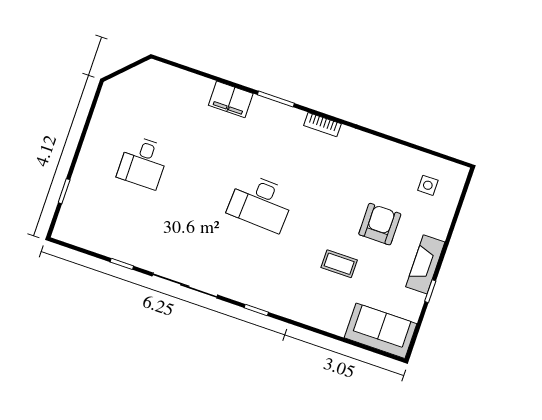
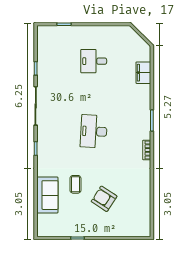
filing cabinet: (231, 99) -> (143, 73), moved
side table: (428, 185) -> (134, 217), removed
armchair: (380, 224) -> (104, 199), turned -147
fireplace: (425, 264) -> (91, 230), removed
sofa: (381, 331) -> (47, 195), moved

